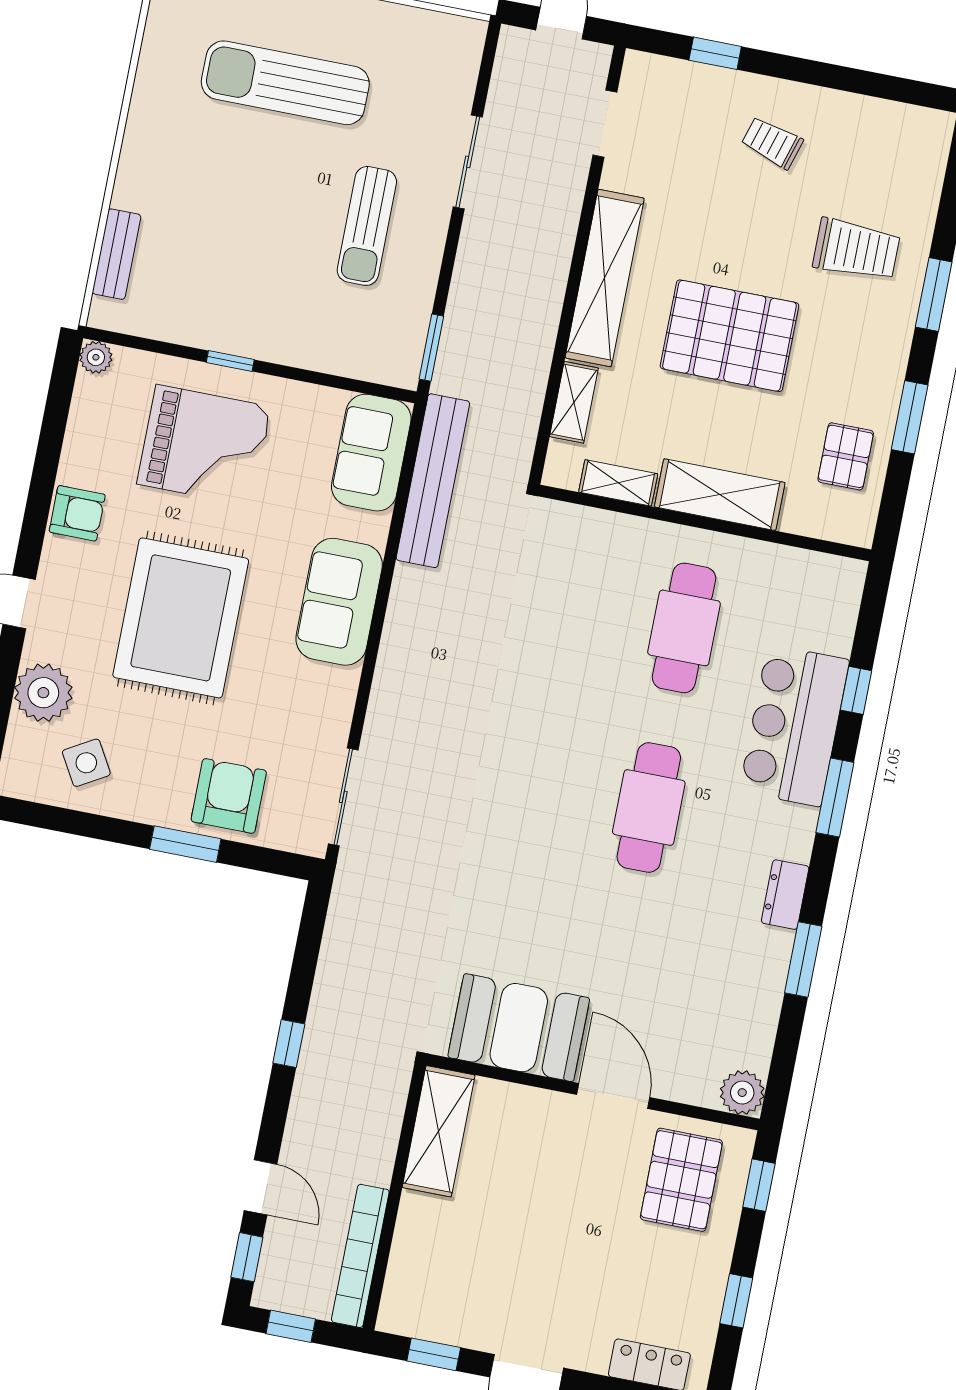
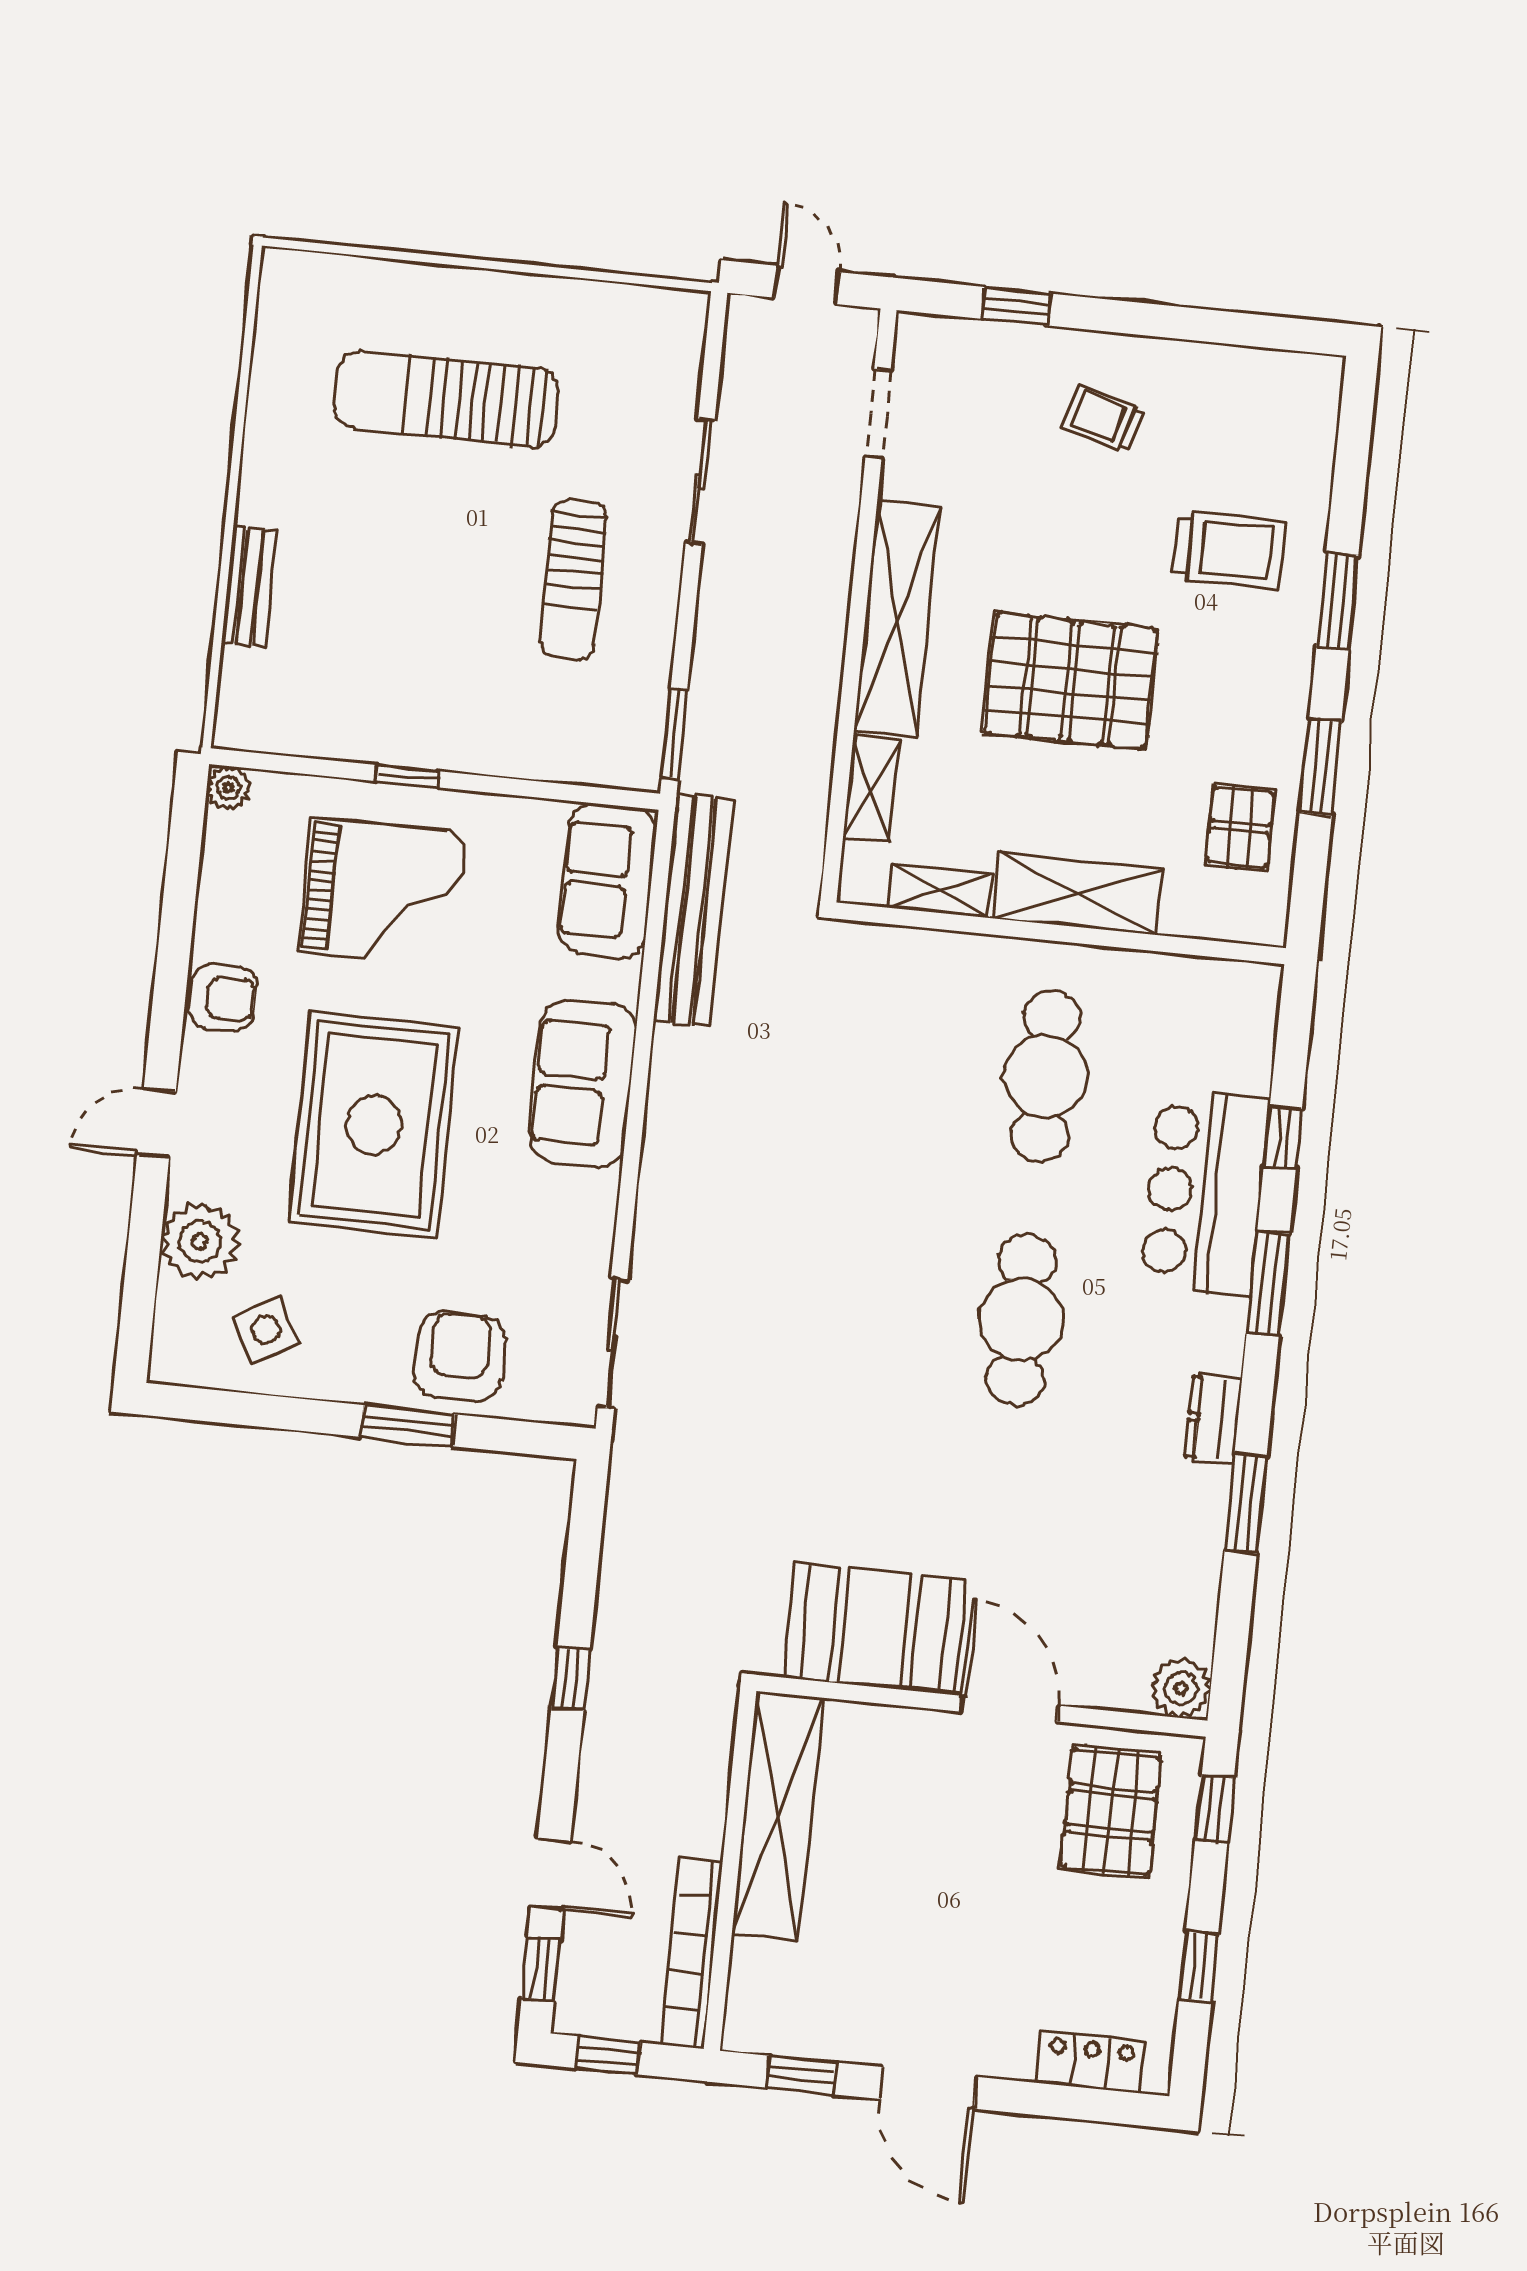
bench: (116, 254) -> (249, 587), moved
shelving: (439, 1131) -> (777, 1816), width x1.47

